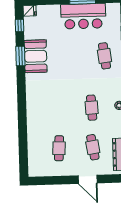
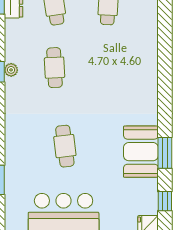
cafe table: (104, 56) -> (65, 146), moved

